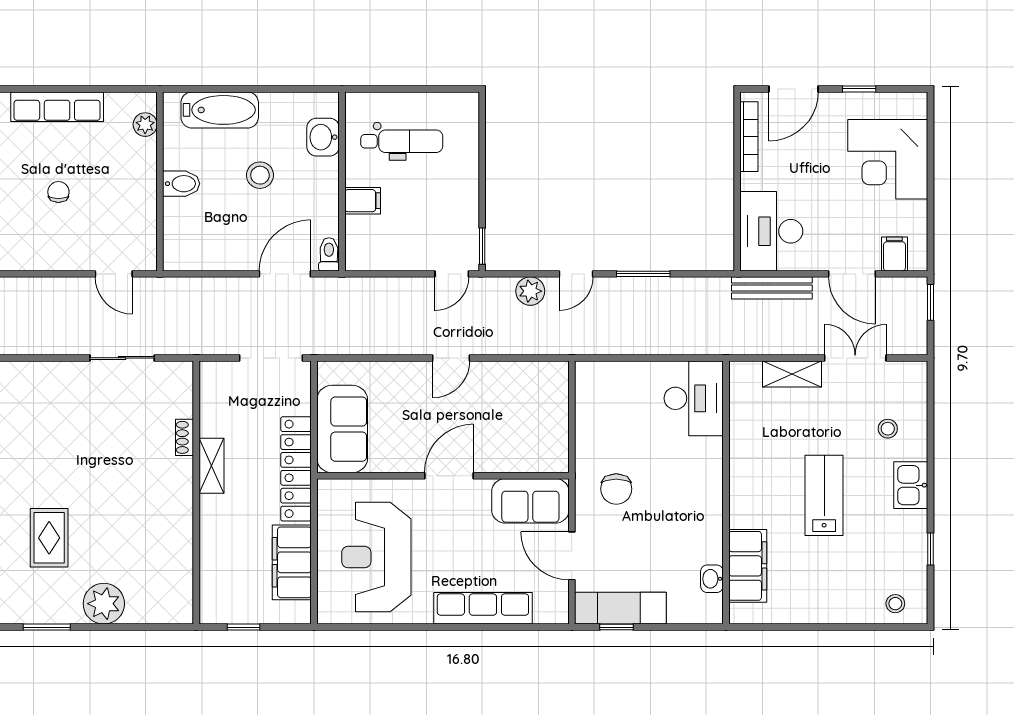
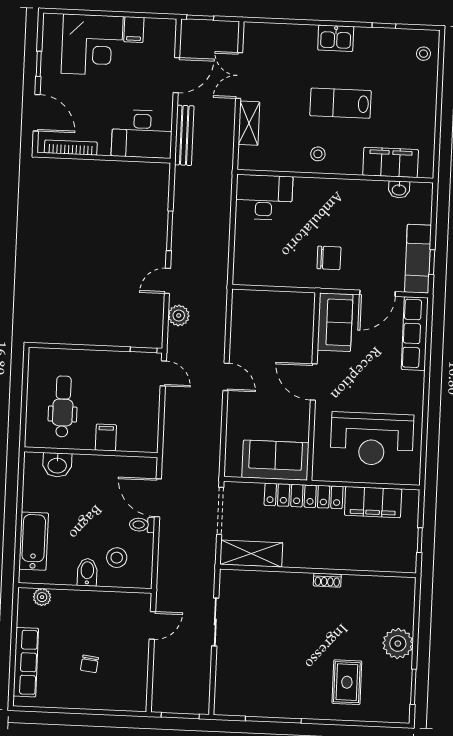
stool: (260, 175) -> (117, 558), moved
chair: (58, 192) -> (89, 664), turned -83
toilet: (329, 254) -> (142, 525), moved
filing cabinet: (894, 254) -> (134, 30), moved, turned -90
door: (576, 274) -> (167, 281), swing flipped
stool: (888, 429) -> (318, 154), moved
shoe rack: (185, 437) -> (327, 580), moved
shelving: (212, 466) -> (251, 554), moved, width x1.50, depth x1.33
rug: (49, 538) -> (347, 682), turned 90
row of seats: (483, 608) -> (415, 334), moved

